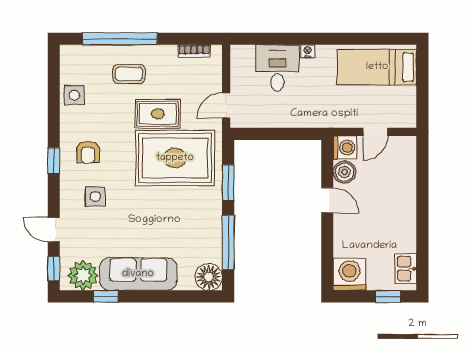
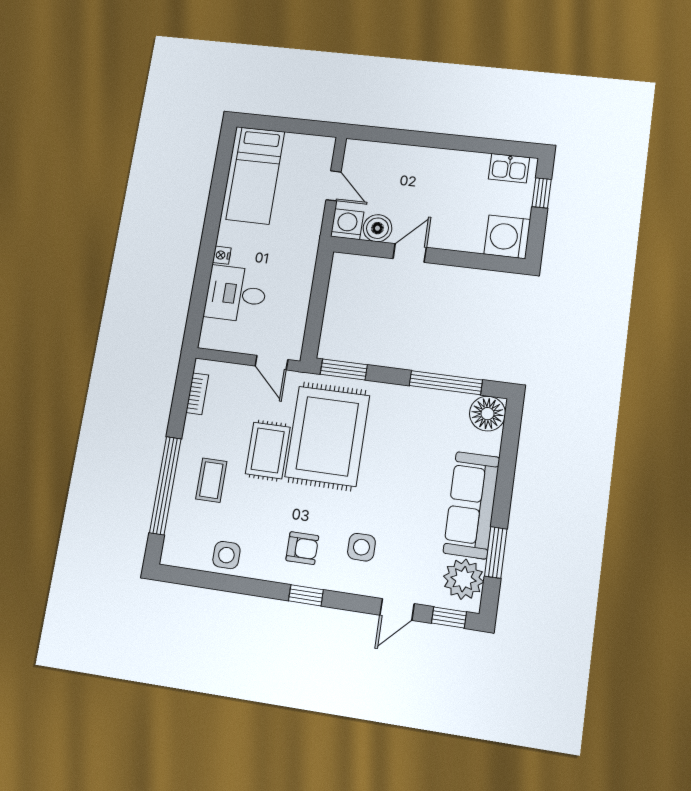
window: (228, 183) -> (344, 370), moved
window: (106, 296) -> (496, 552), width x1.50

